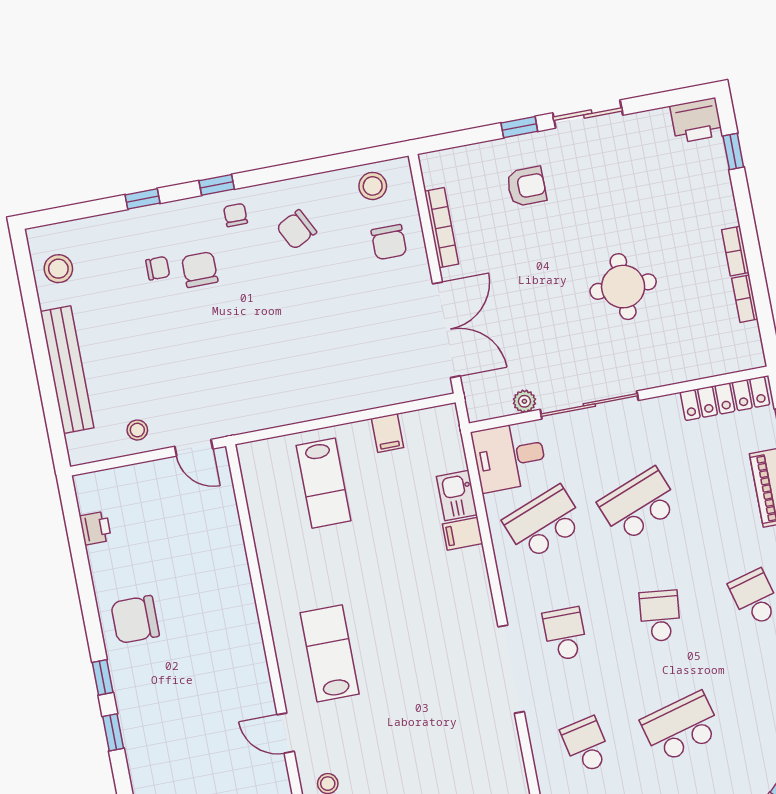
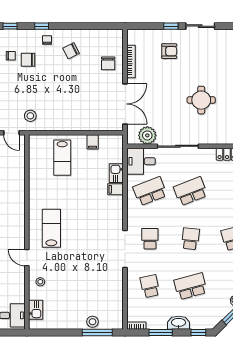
stool: (373, 186) -> (30, 116), moved
chair: (200, 270) -> (28, 60), turned -90
plant: (524, 401) -> (147, 135), width x1.87, depth x1.87

